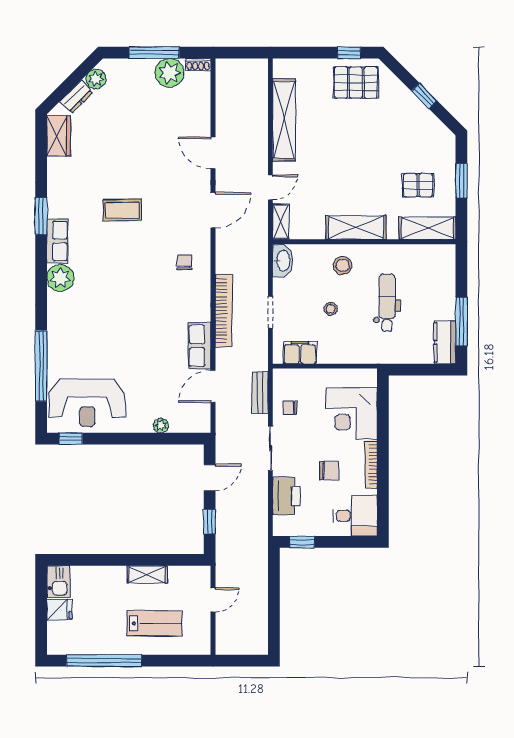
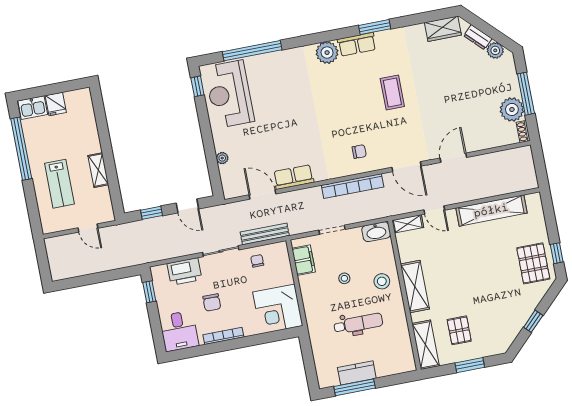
bookcase: (224, 310) -> (353, 186), moved
kitchen counter: (445, 342) -> (357, 373), moved
bench: (260, 393) -> (265, 234), width x1.36
corner desk: (351, 413) -> (278, 309), moved, turned -90
kitchen sink: (58, 582) -> (33, 108), moved

